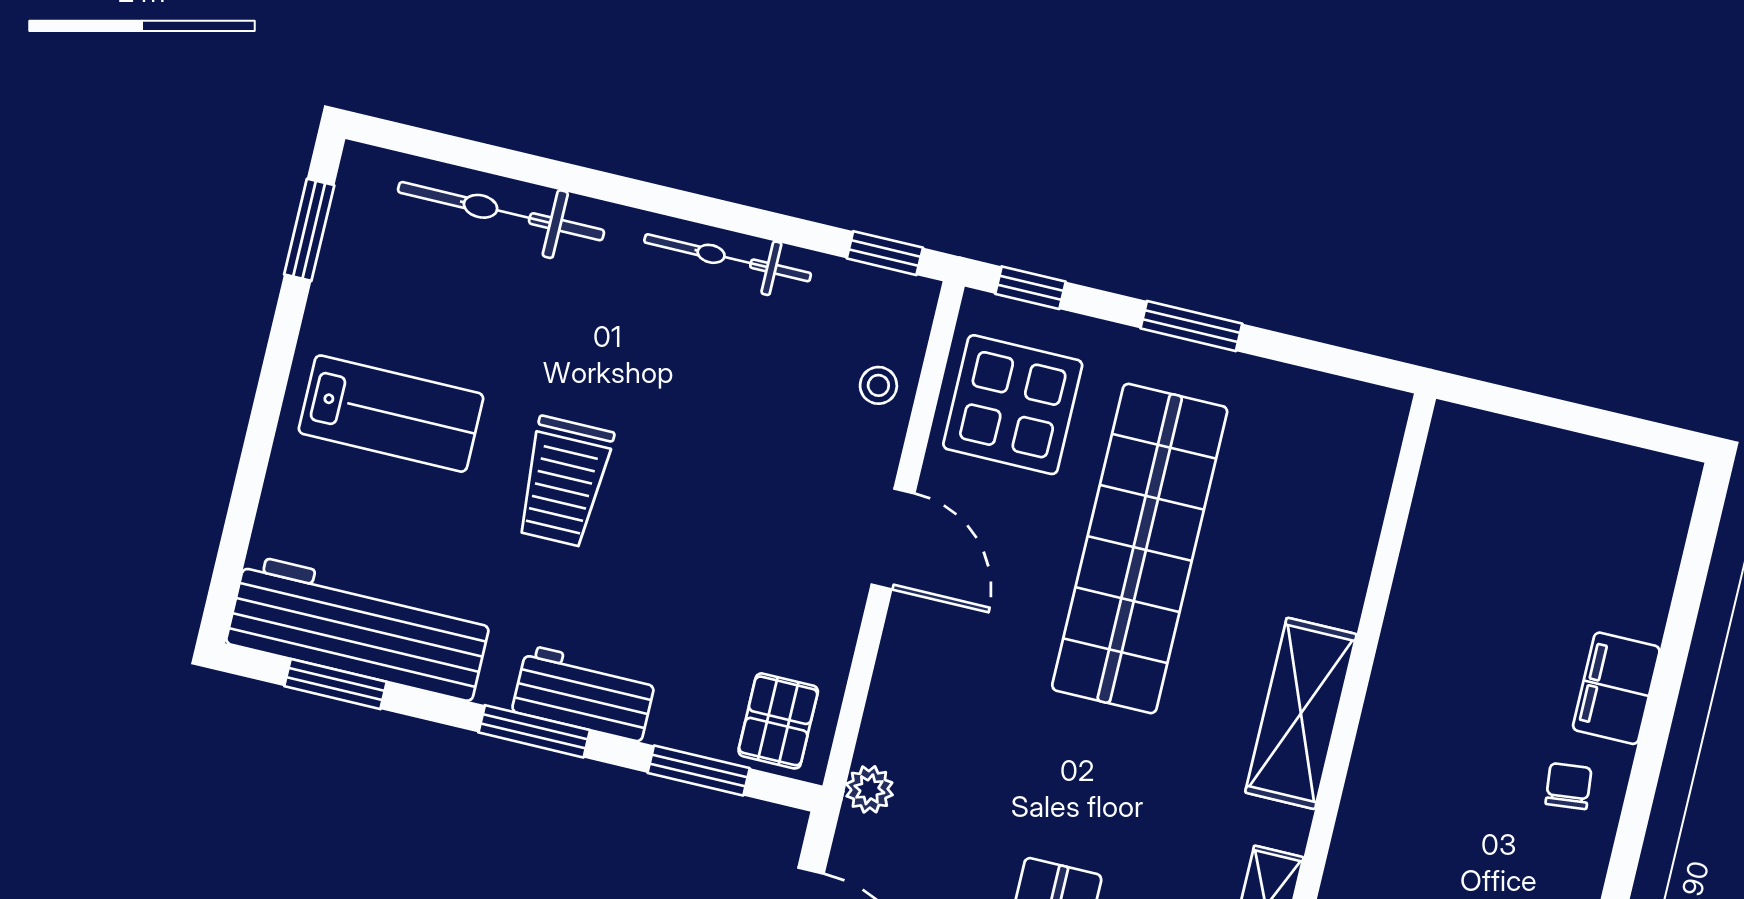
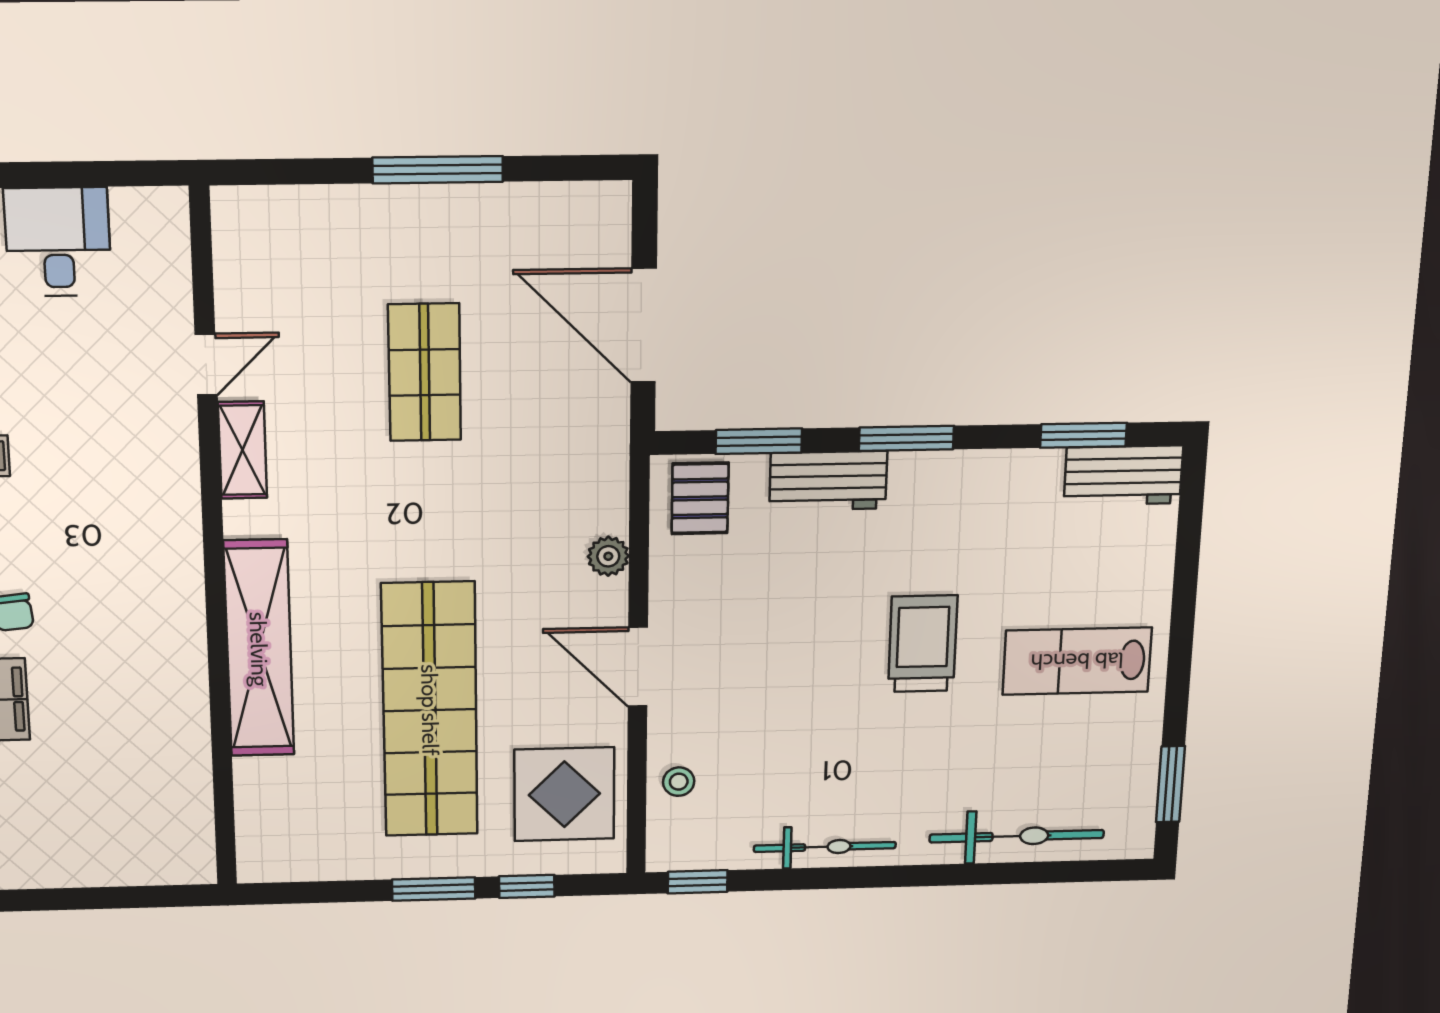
window: (1030, 288) -> (527, 886), moved
workbench: (359, 628) -> (1123, 475), width x0.53, depth x0.76
workbench: (584, 693) -> (828, 481), moved
shelving: (1301, 713) -> (259, 649), width x1.47
plant: (869, 789) -> (608, 556), moved

